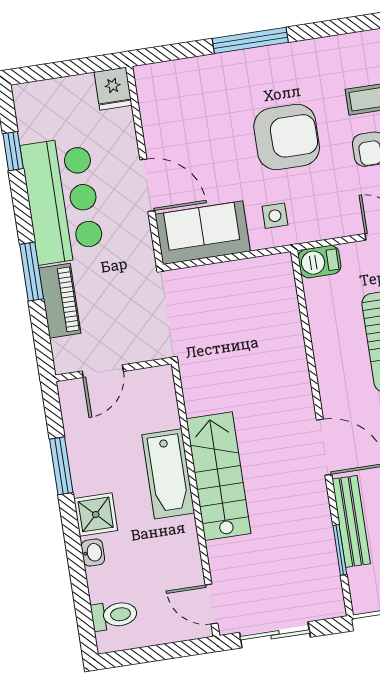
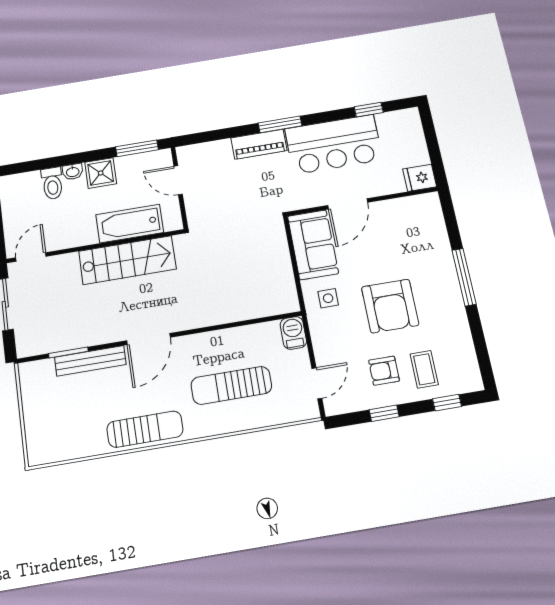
wall: (113, 370) -> (179, 188), moved
door: (103, 371) -> (178, 180), moved
toilet: (114, 615) -> (52, 183), moved

